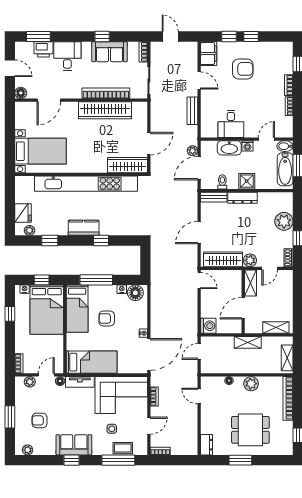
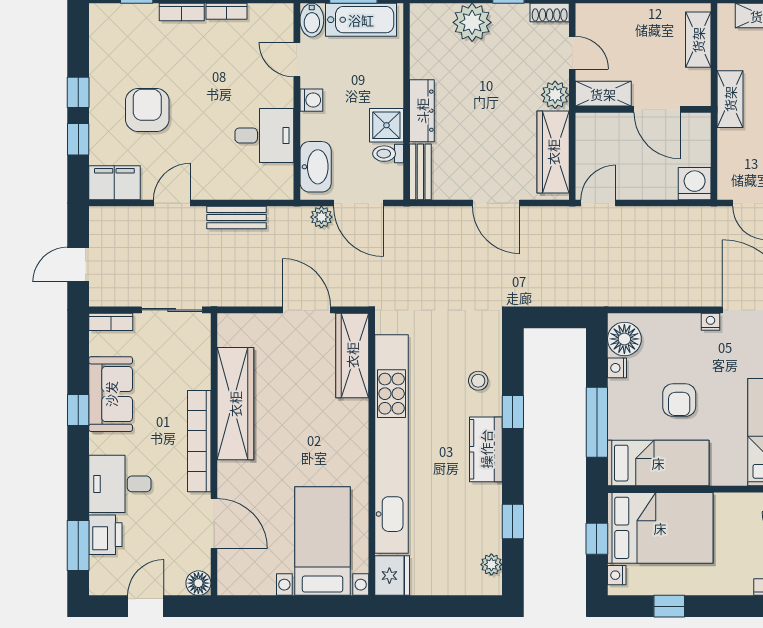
bookcase: (106, 93) -> (199, 441), moved
washbasin: (229, 148) -> (316, 167), moved
shower: (247, 181) -> (386, 125), moved
fridge: (23, 213) -> (392, 576), moved, turned 90
stool: (116, 224) -> (478, 381), added

